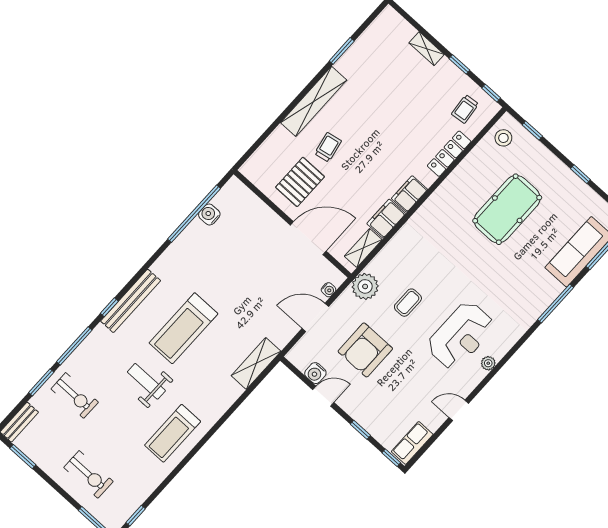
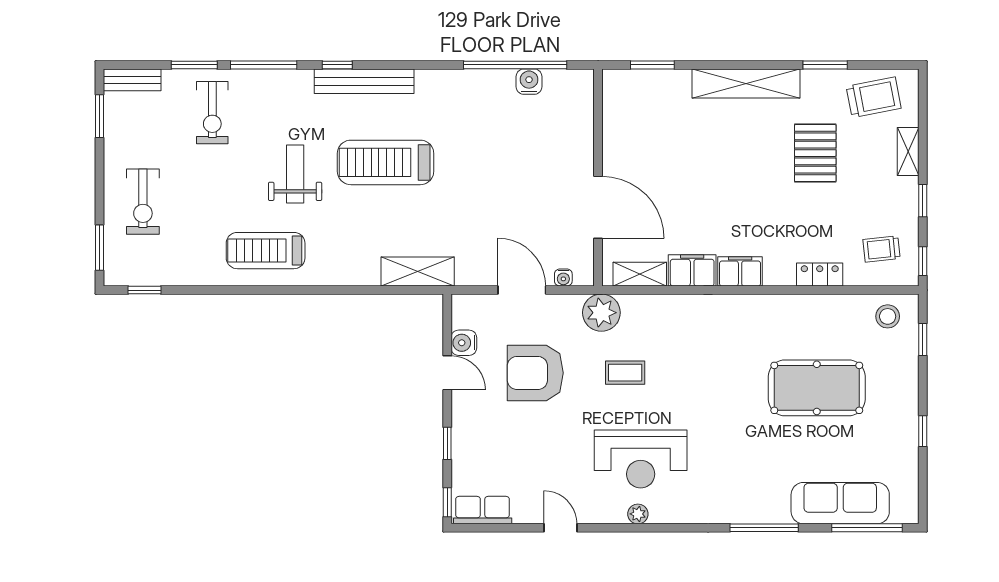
window: (259, 142) -> (652, 65), added
trolley: (328, 147) -> (874, 97), moved, width x1.36, depth x1.39
locker: (449, 154) -> (820, 275), width x0.66
pallet: (300, 182) -> (815, 153), moved, turned 90

